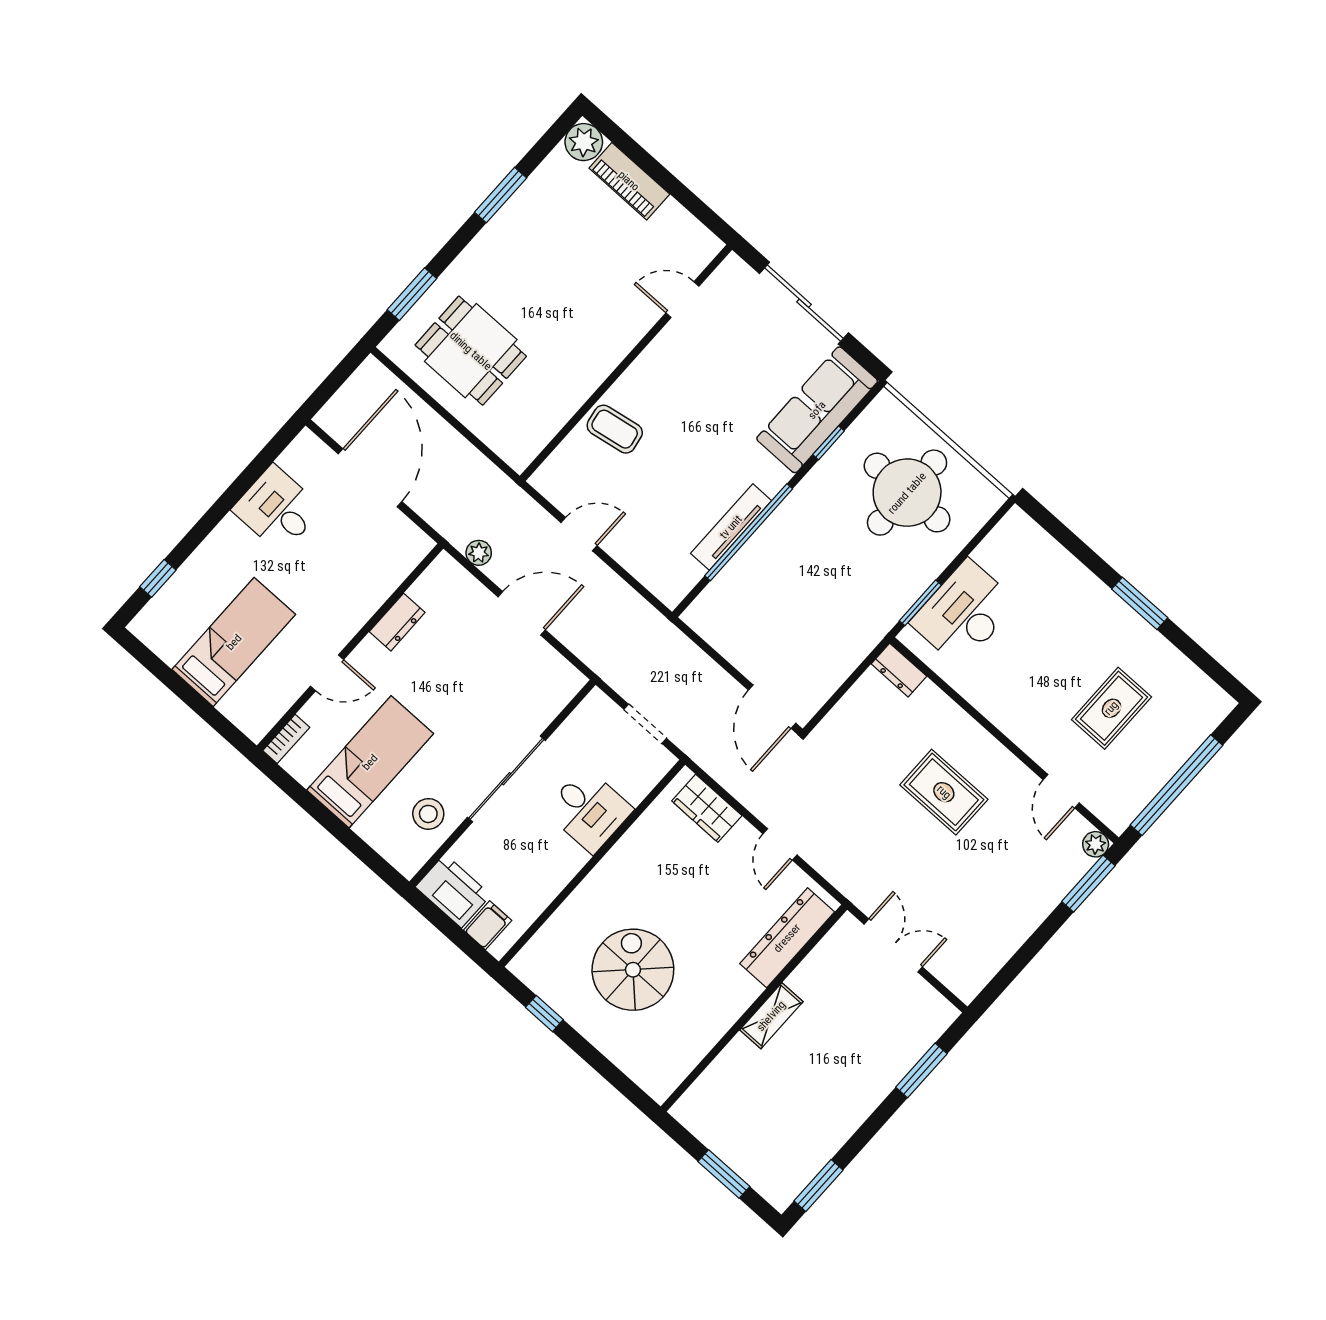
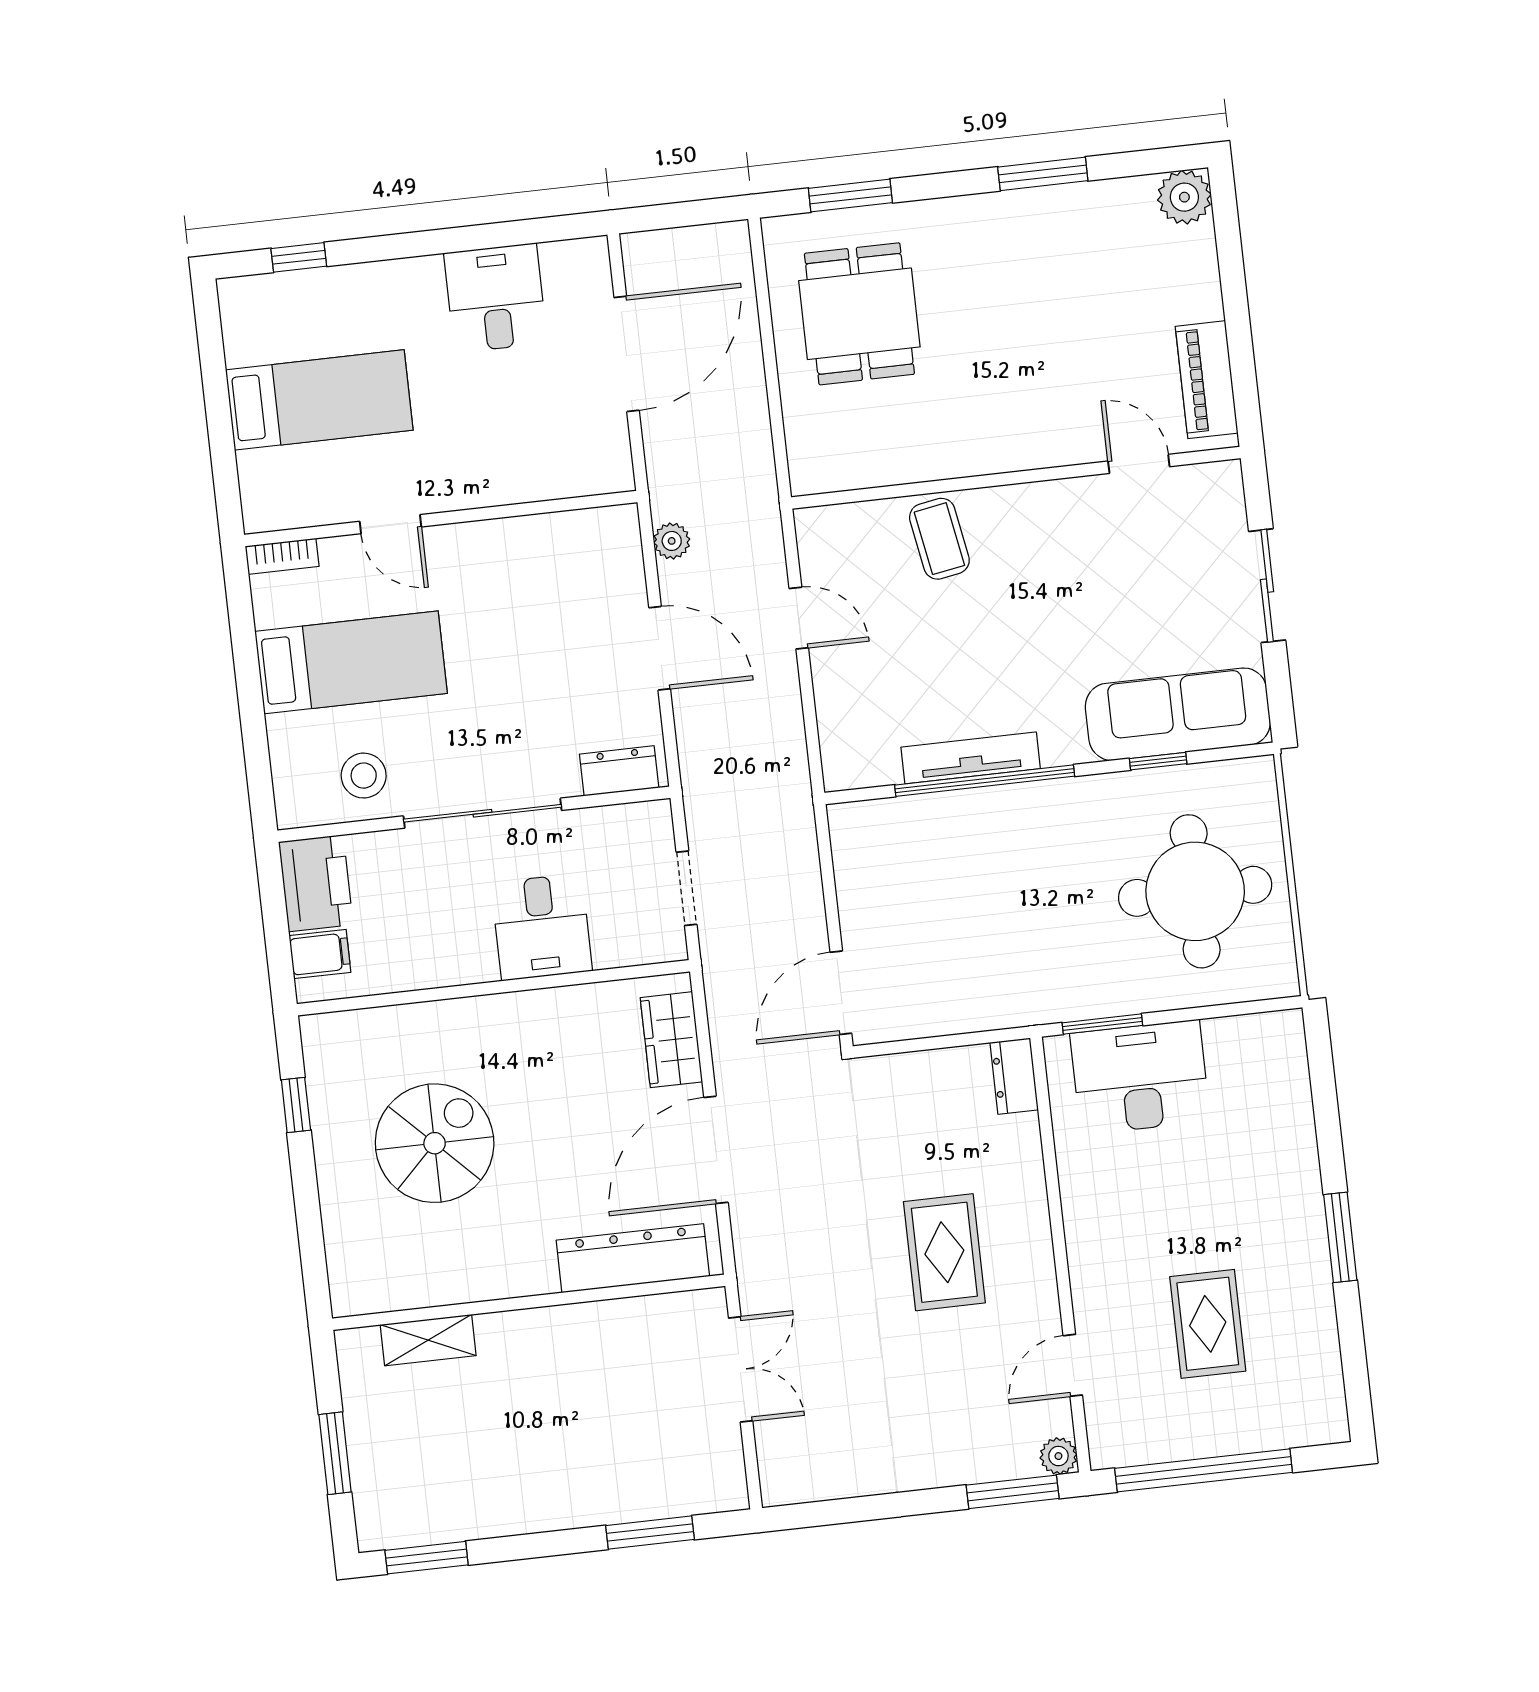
piano: (629, 181) -> (1207, 380), moved
sliding door: (804, 303) -> (1267, 586), width x0.73
dresser: (397, 622) -> (619, 771), moved, turned 180
rug: (1111, 708) -> (1208, 1324), turned 90
door: (780, 844) -> (716, 1150), width x1.87
shelving: (771, 1016) -> (428, 1340), moved

